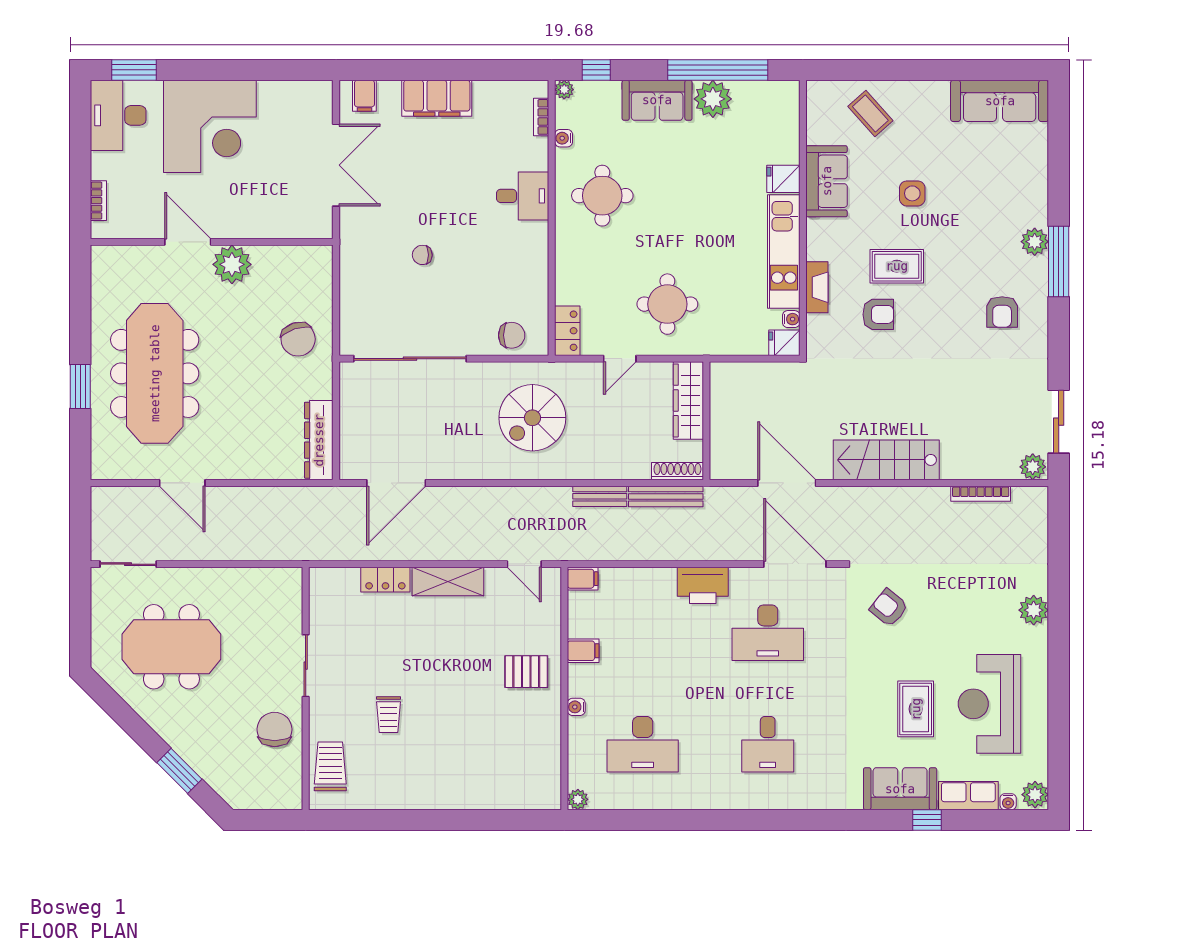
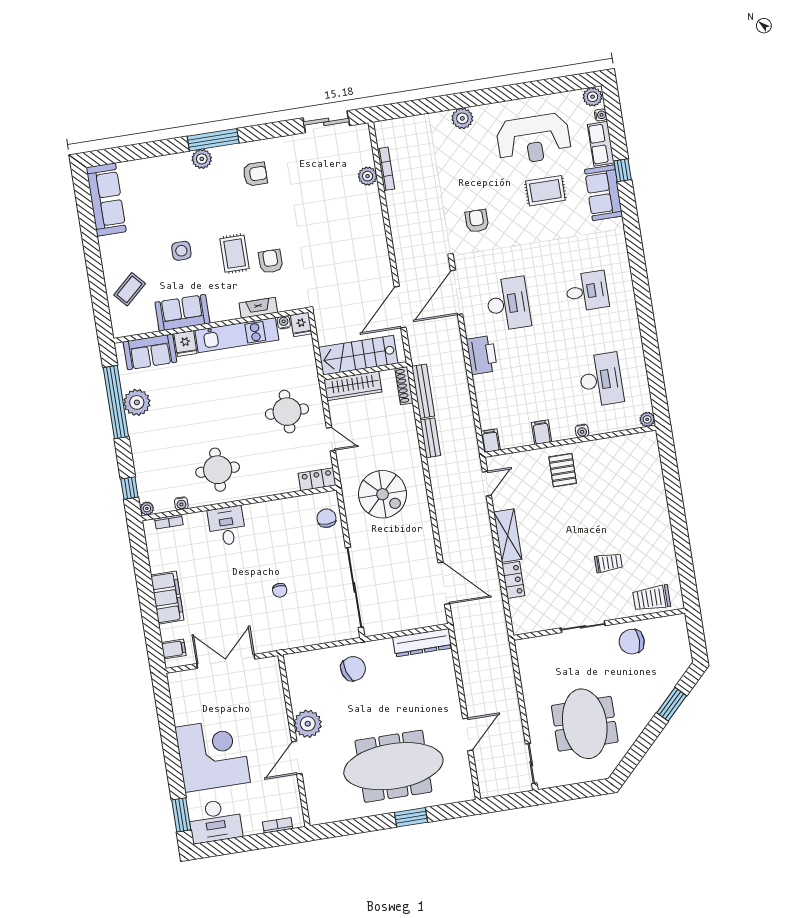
sofa: (657, 100) -> (150, 352), moved, turned 90
stairs: (886, 460) -> (358, 355), moved, turned 90
plant: (1033, 467) -> (368, 176), moved
armchair: (889, 608) -> (477, 221), turned 141

